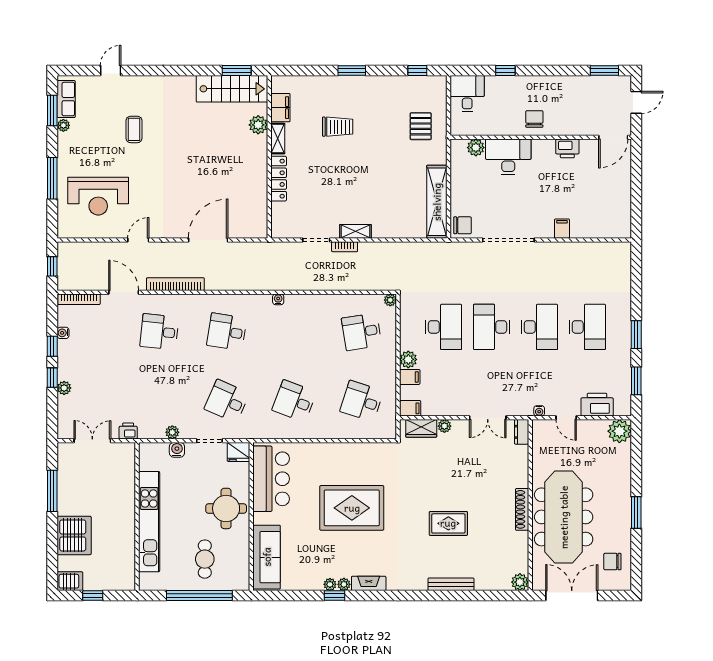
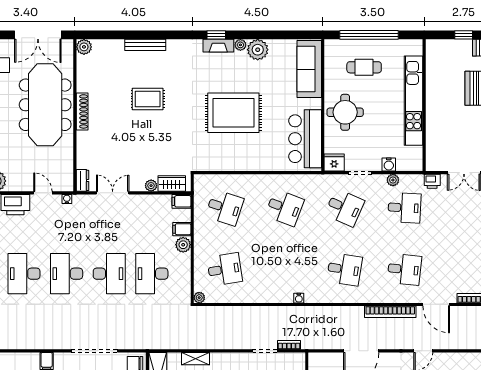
shelving: (355, 231) -> (196, 359), moved
bookcase: (345, 247) -> (289, 345), moved
desk: (159, 401) -> (404, 208), added
cafe table: (205, 559) -> (364, 67), turned 90
plant: (330, 584) -> (258, 50), width x1.87, depth x1.87
window: (335, 596) -> (216, 35), moved

